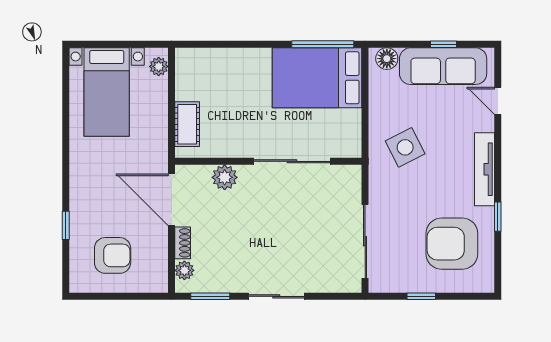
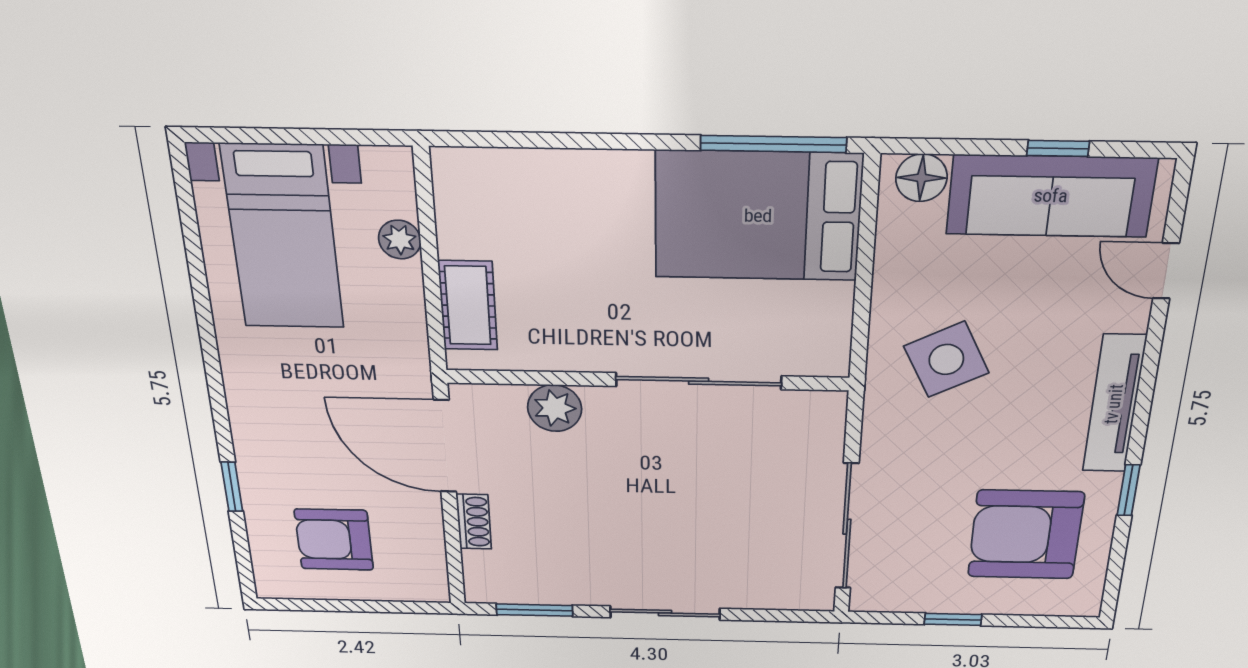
plant: (159, 66) -> (400, 240), moved
armchair: (113, 255) -> (334, 540), turned 180
plant: (184, 270) -> (481, 567), removed

